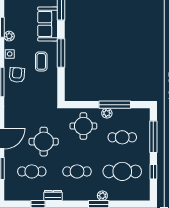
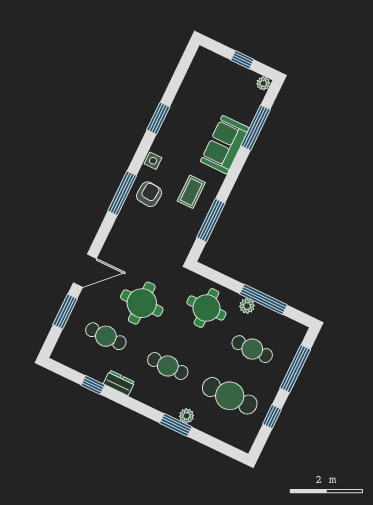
plant: (9, 36) -> (164, 136), removed
window: (61, 53) -> (211, 220), moved

